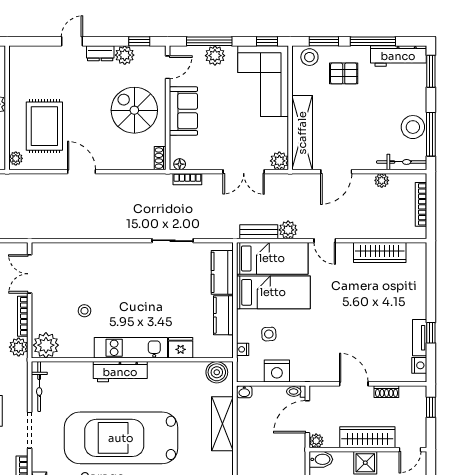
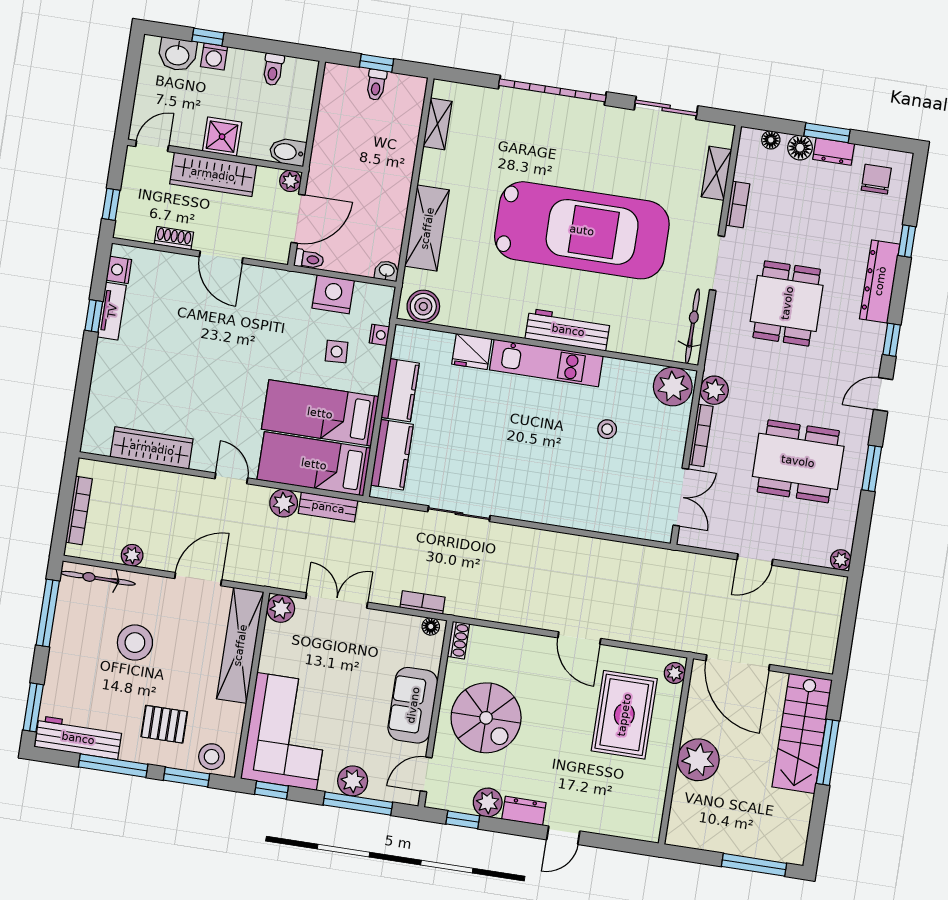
stool: (413, 127) -> (135, 643), moved

